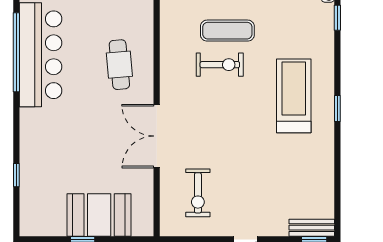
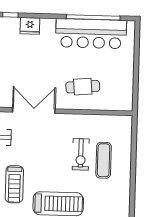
fridge: (32, 146) -> (30, 26), added
treadmill: (267, 162) -> (14, 184), added

